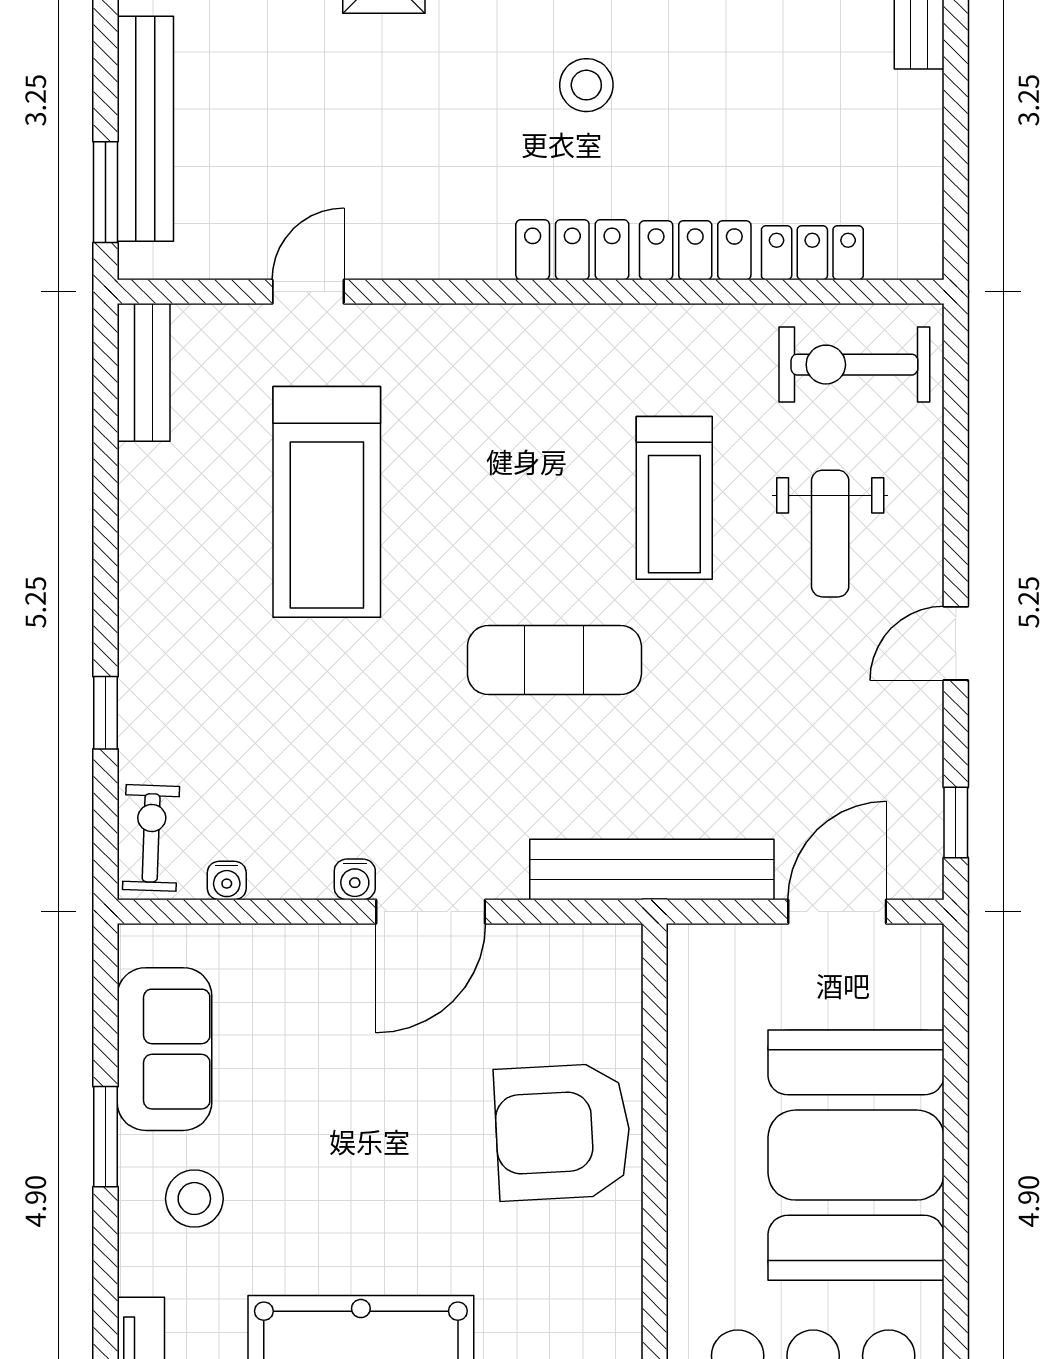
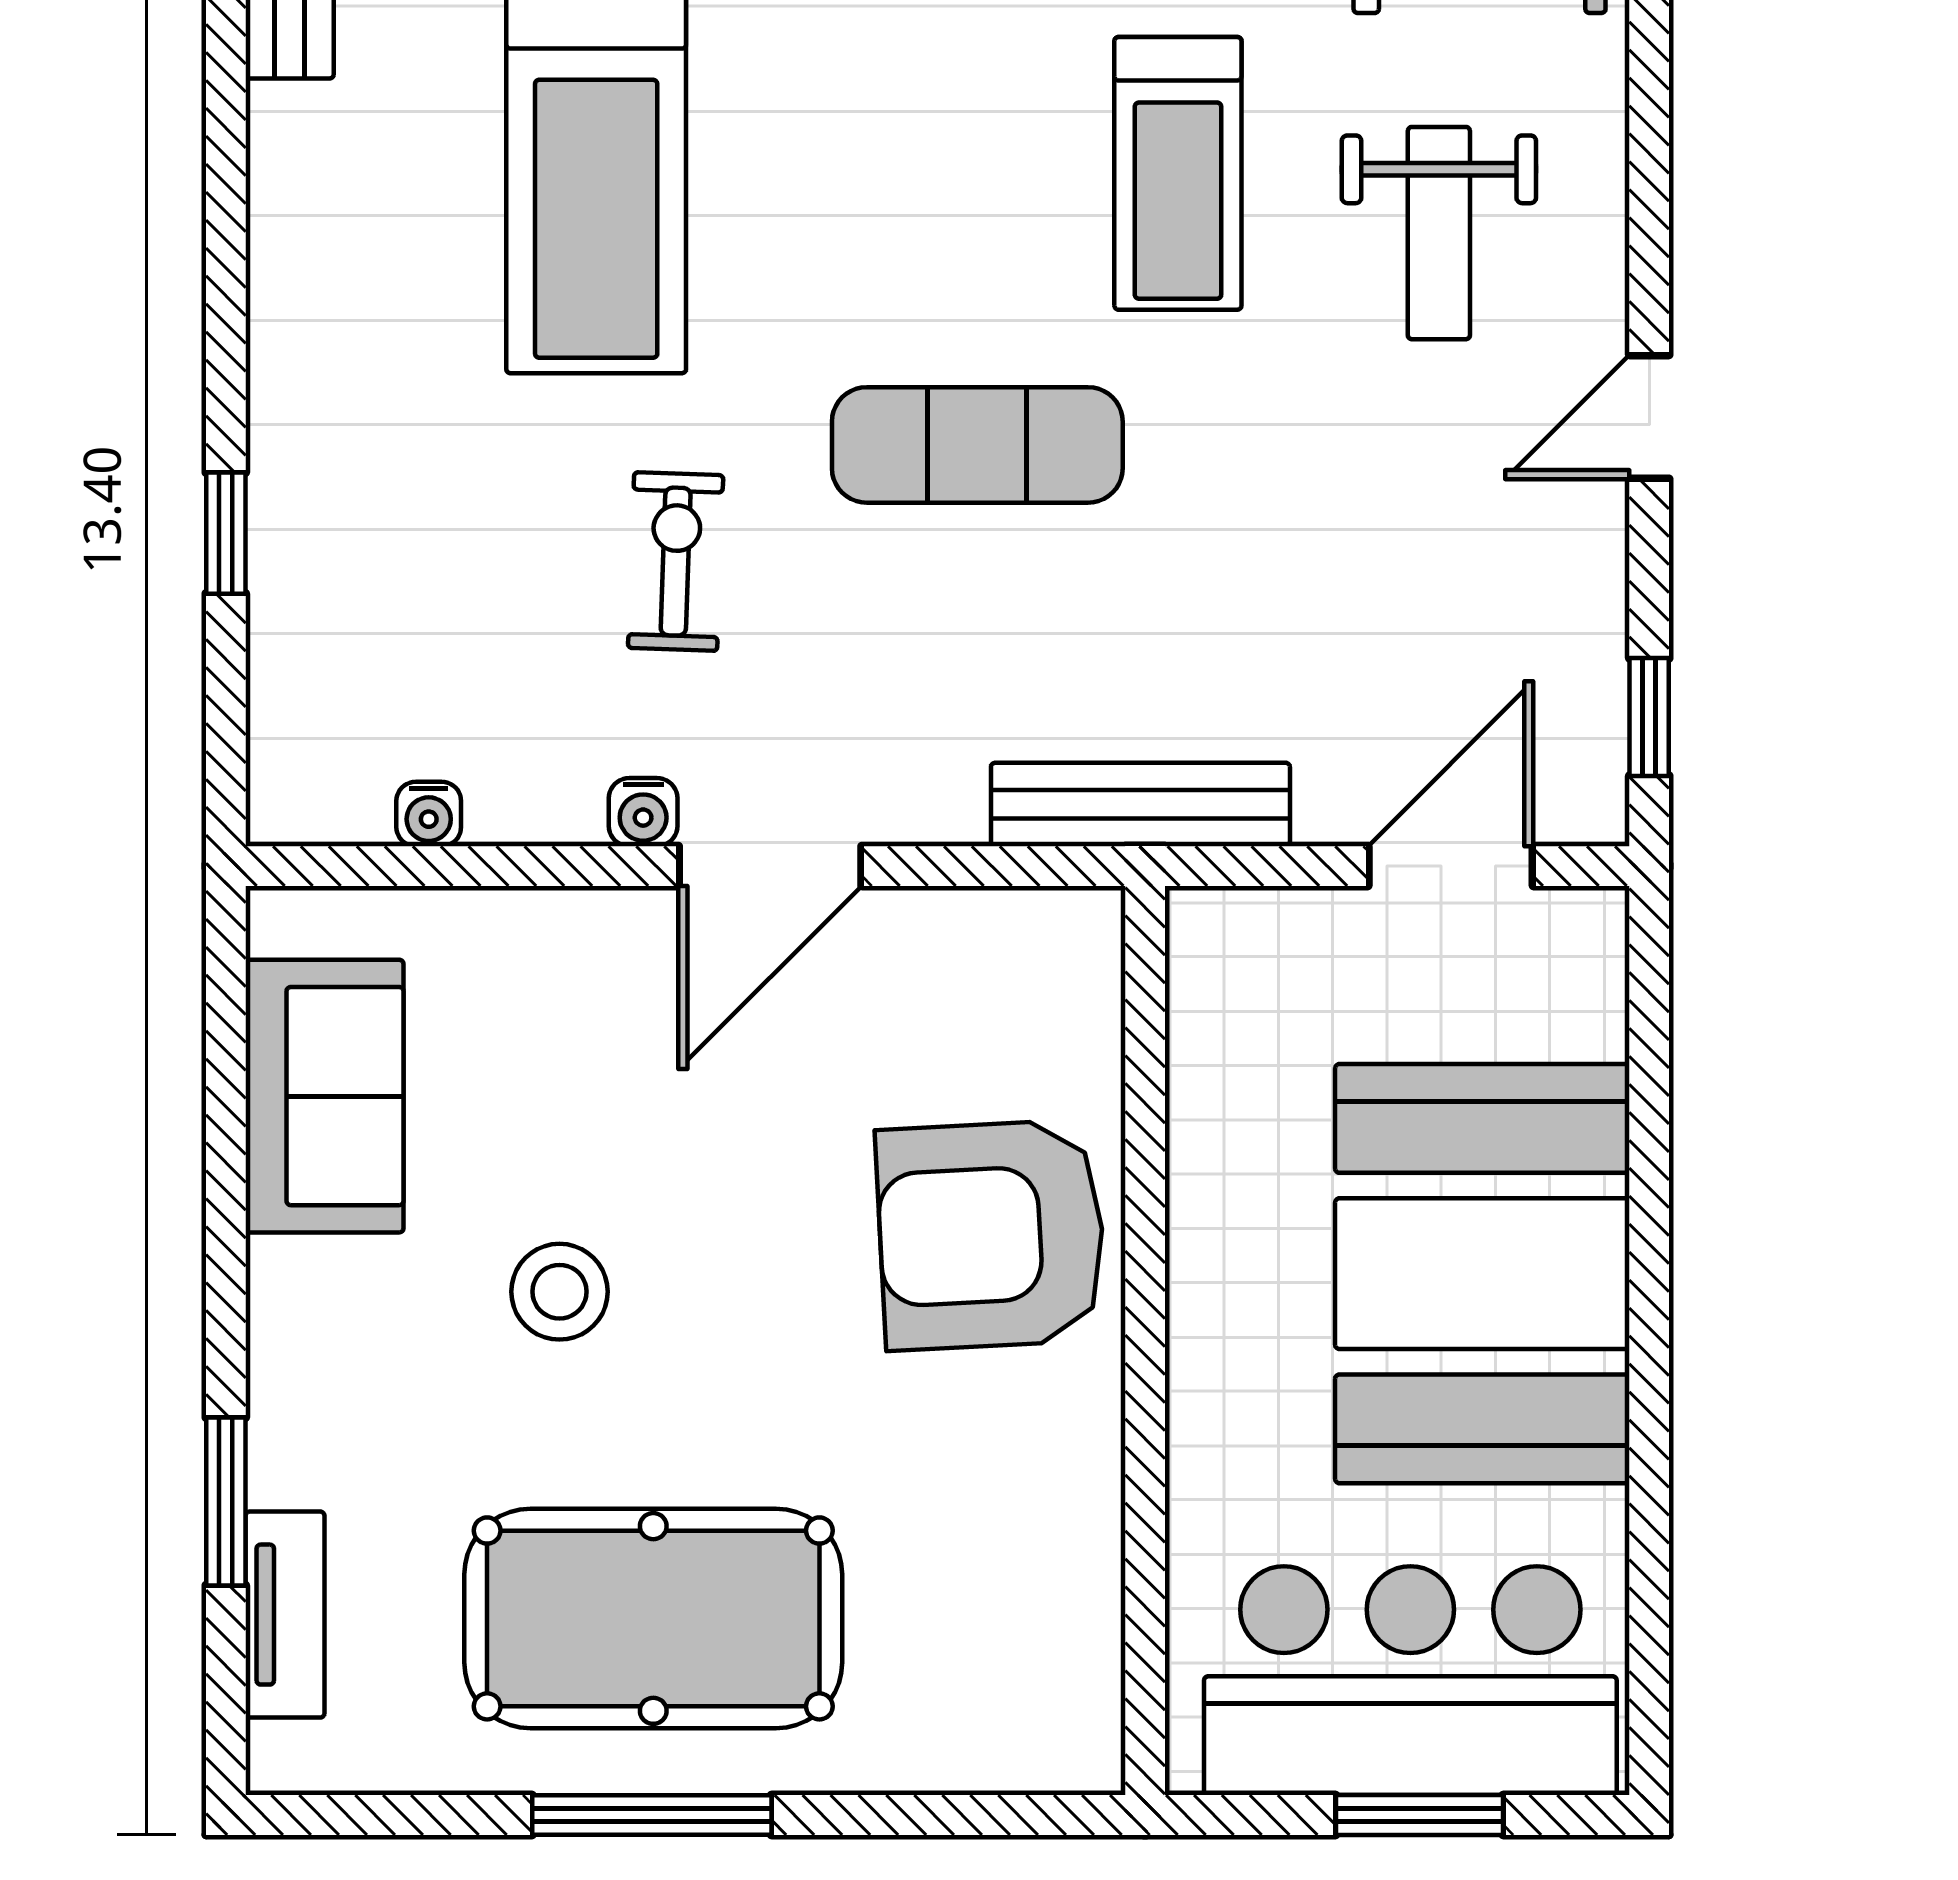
exercise bike: (151, 838) -> (676, 562), moved
bench: (652, 869) -> (1140, 804), width x0.73, depth x0.82
window: (106, 1137) -> (226, 1501), moved
stool: (194, 1199) -> (559, 1292), moved

